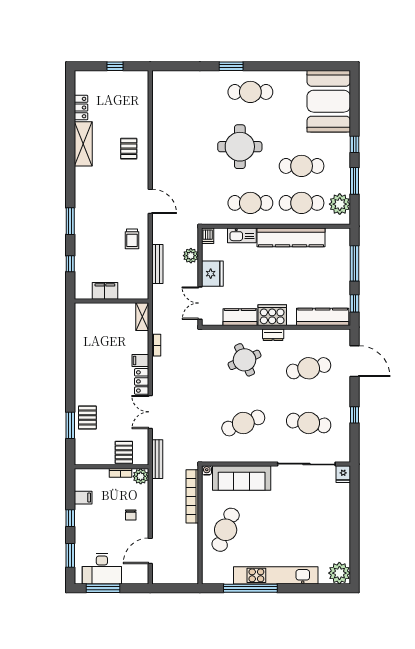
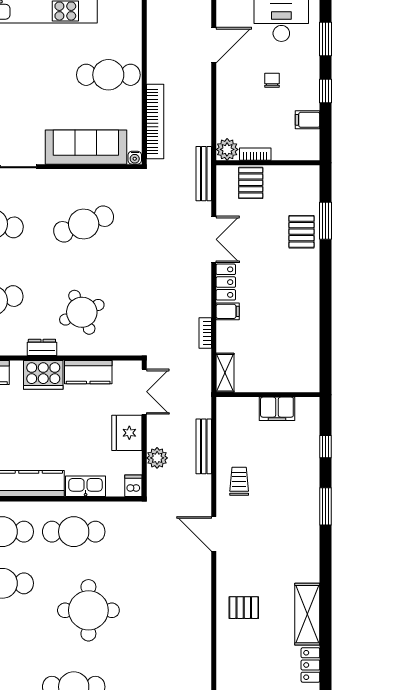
pallet: (129, 149) -> (244, 608), turned 90
chair: (131, 515) -> (272, 80), moved
cafe table: (226, 530) -> (108, 75), turned 68

